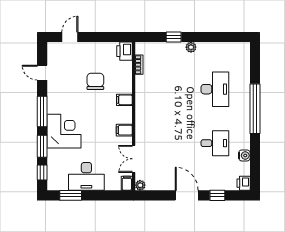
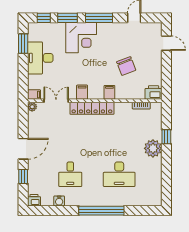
plant: (191, 47) -> (153, 148), width x1.88, depth x1.88
chair: (95, 81) -> (126, 66), turned 69
locker: (142, 119) -> (92, 108), added

